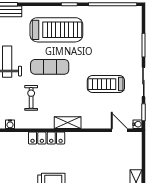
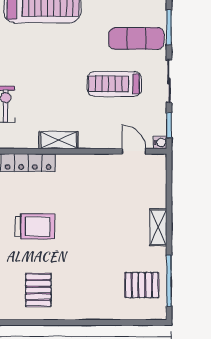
exercise mat: (50, 67) -> (136, 38), moved

